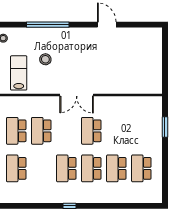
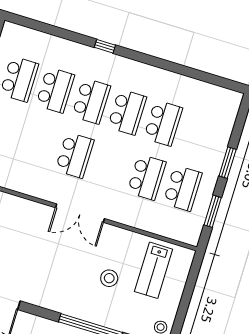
double door: (77, 95) -> (80, 213), swing flipped
school desk: (16, 168) -> (163, 123), moved
window: (69, 206) -> (105, 46), moved

